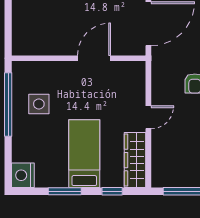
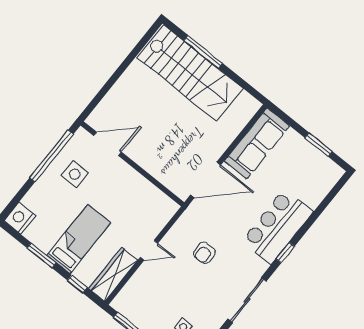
door: (94, 58) -> (107, 144), moved

